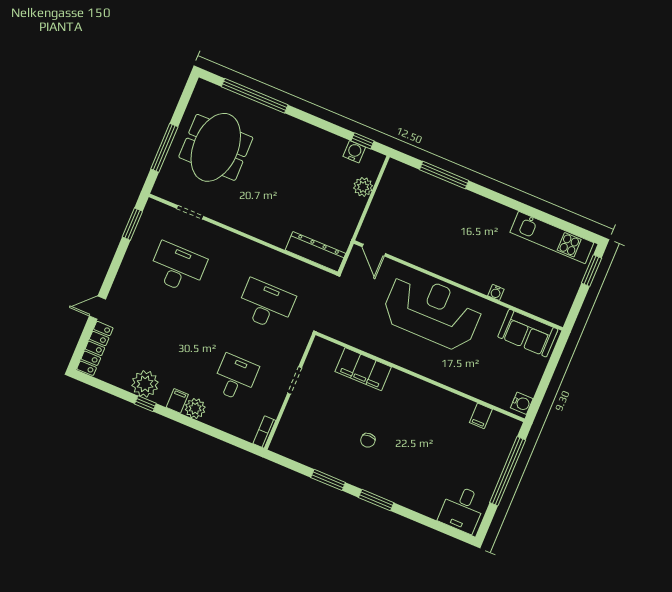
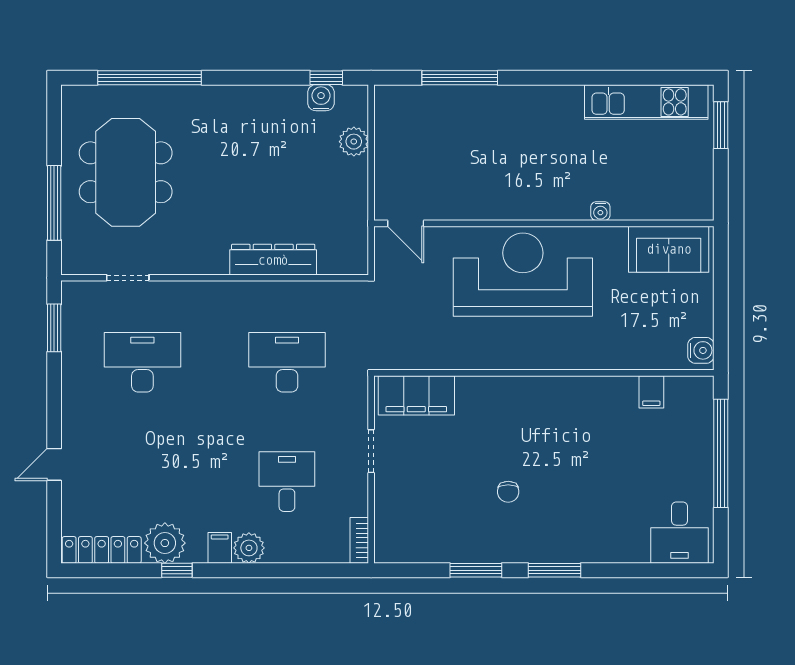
dresser: (315, 252) -> (273, 260), moved
locker: (95, 348) -> (102, 550), moved, turned -90
filing cabinet: (363, 369) -> (416, 395), moved

